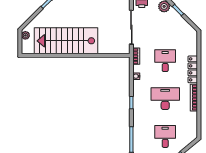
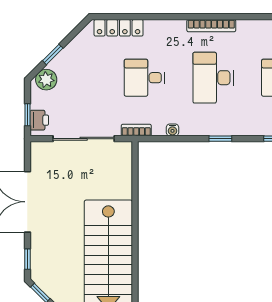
locker: (193, 69) -> (119, 28), moved

